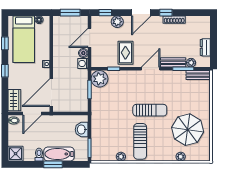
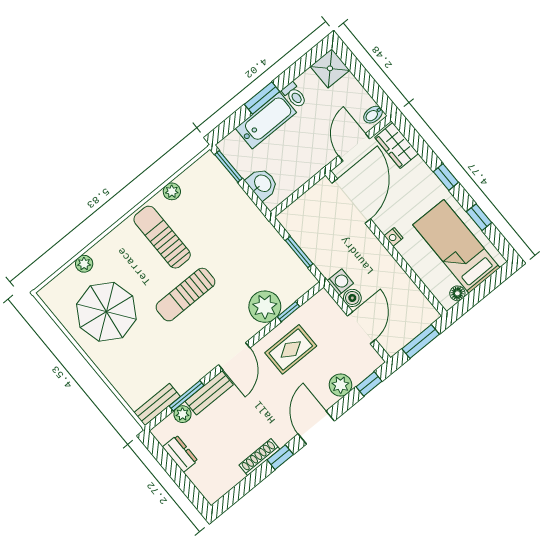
rug: (125, 53) -> (291, 349), turned 90
plant: (99, 79) -> (265, 307), moved

